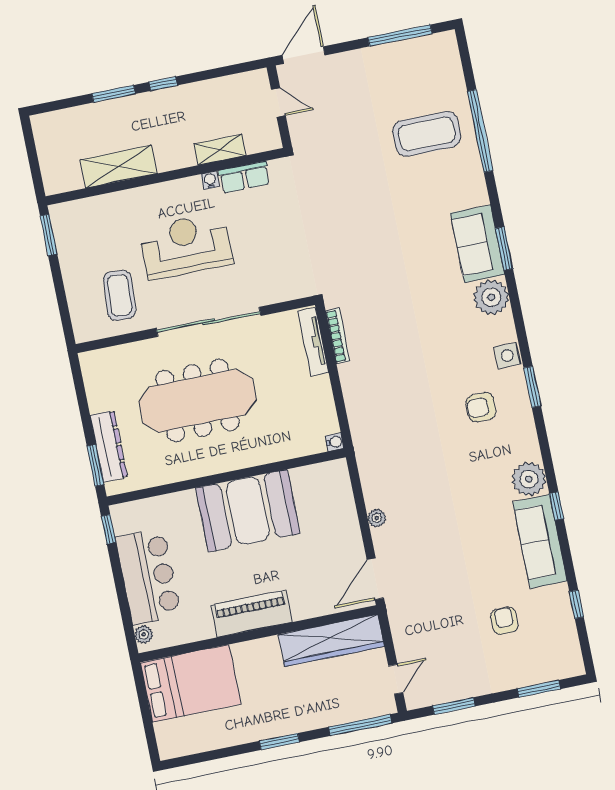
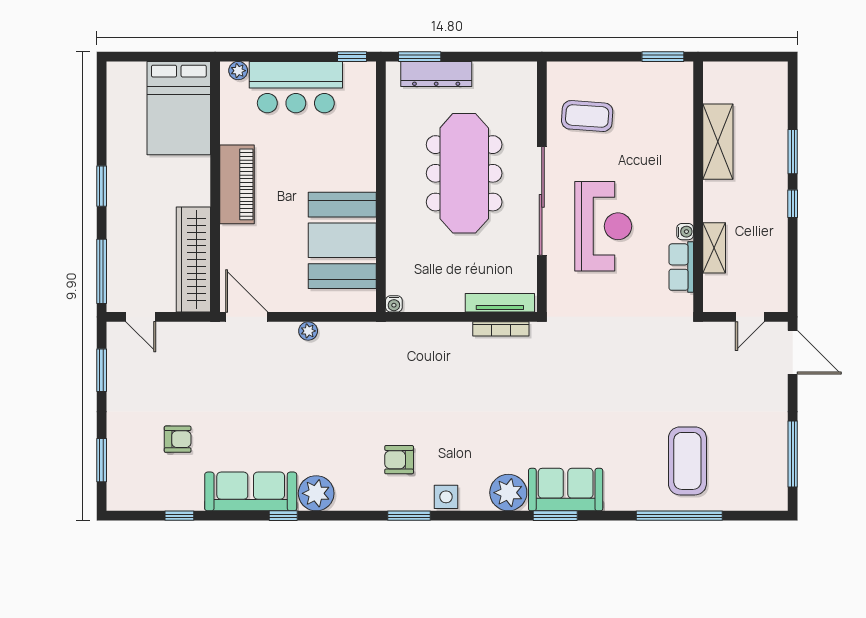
reception desk: (186, 246) -> (603, 226), moved
armchair: (481, 407) -> (399, 460), turned -90
booth: (248, 511) -> (342, 240), moved

